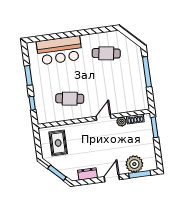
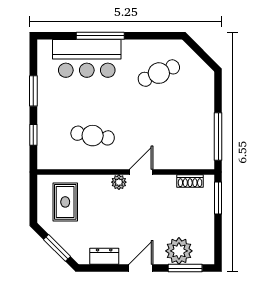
window: (66, 35) -> (100, 36), added
cafe table: (106, 53) -> (159, 73), turned -33
window: (147, 72) -> (218, 137), moved
plant: (121, 122) -> (119, 182), moved

